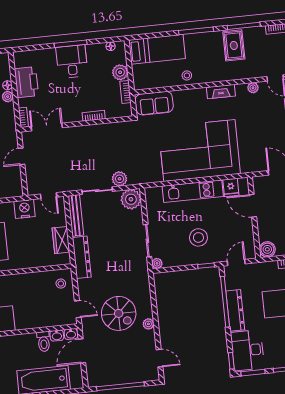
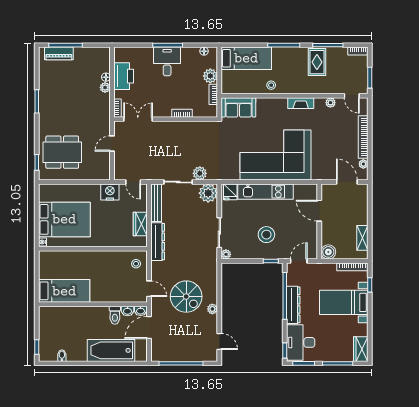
fridge: (231, 187) -> (230, 192), moved

